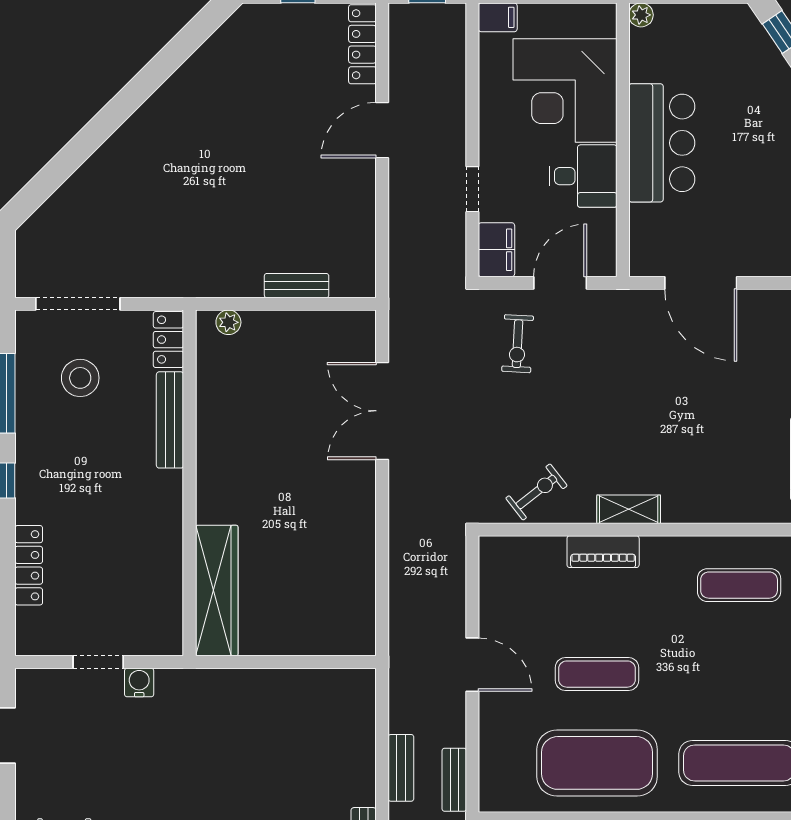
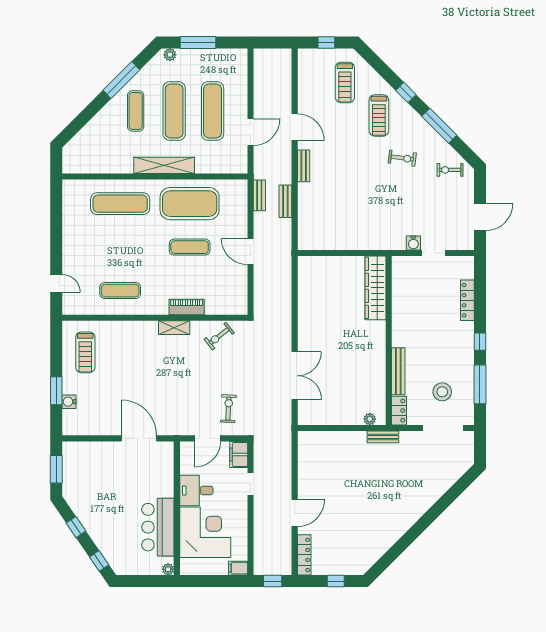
bar counter: (662, 143) -> (158, 527), moved
bench: (297, 286) -> (383, 437), moved

